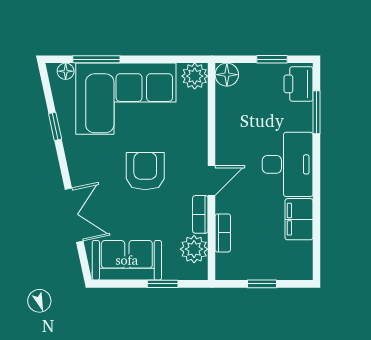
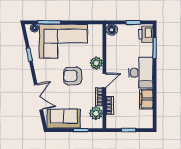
plant: (195, 76) -> (96, 63), moved
armchair: (145, 171) -> (73, 76), turned -90

